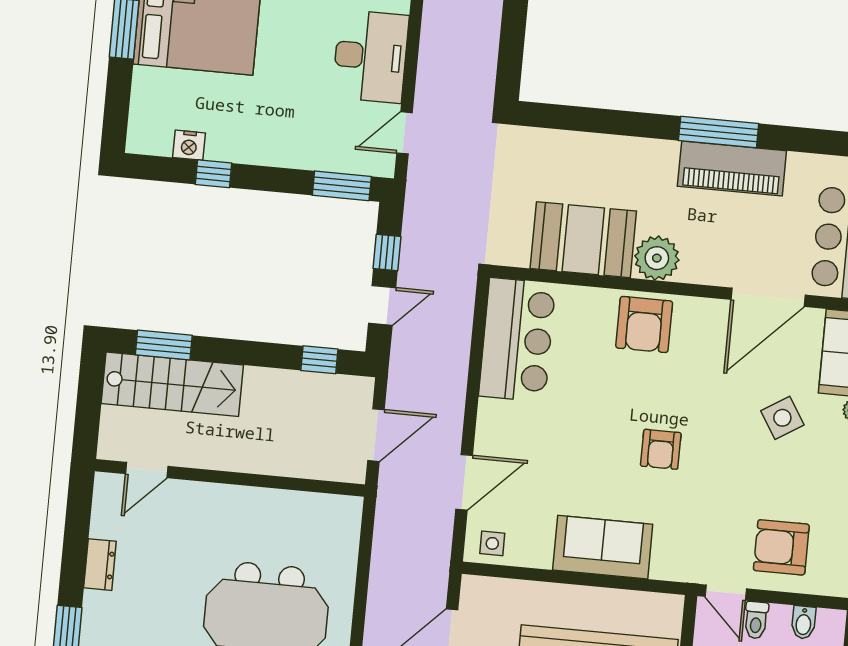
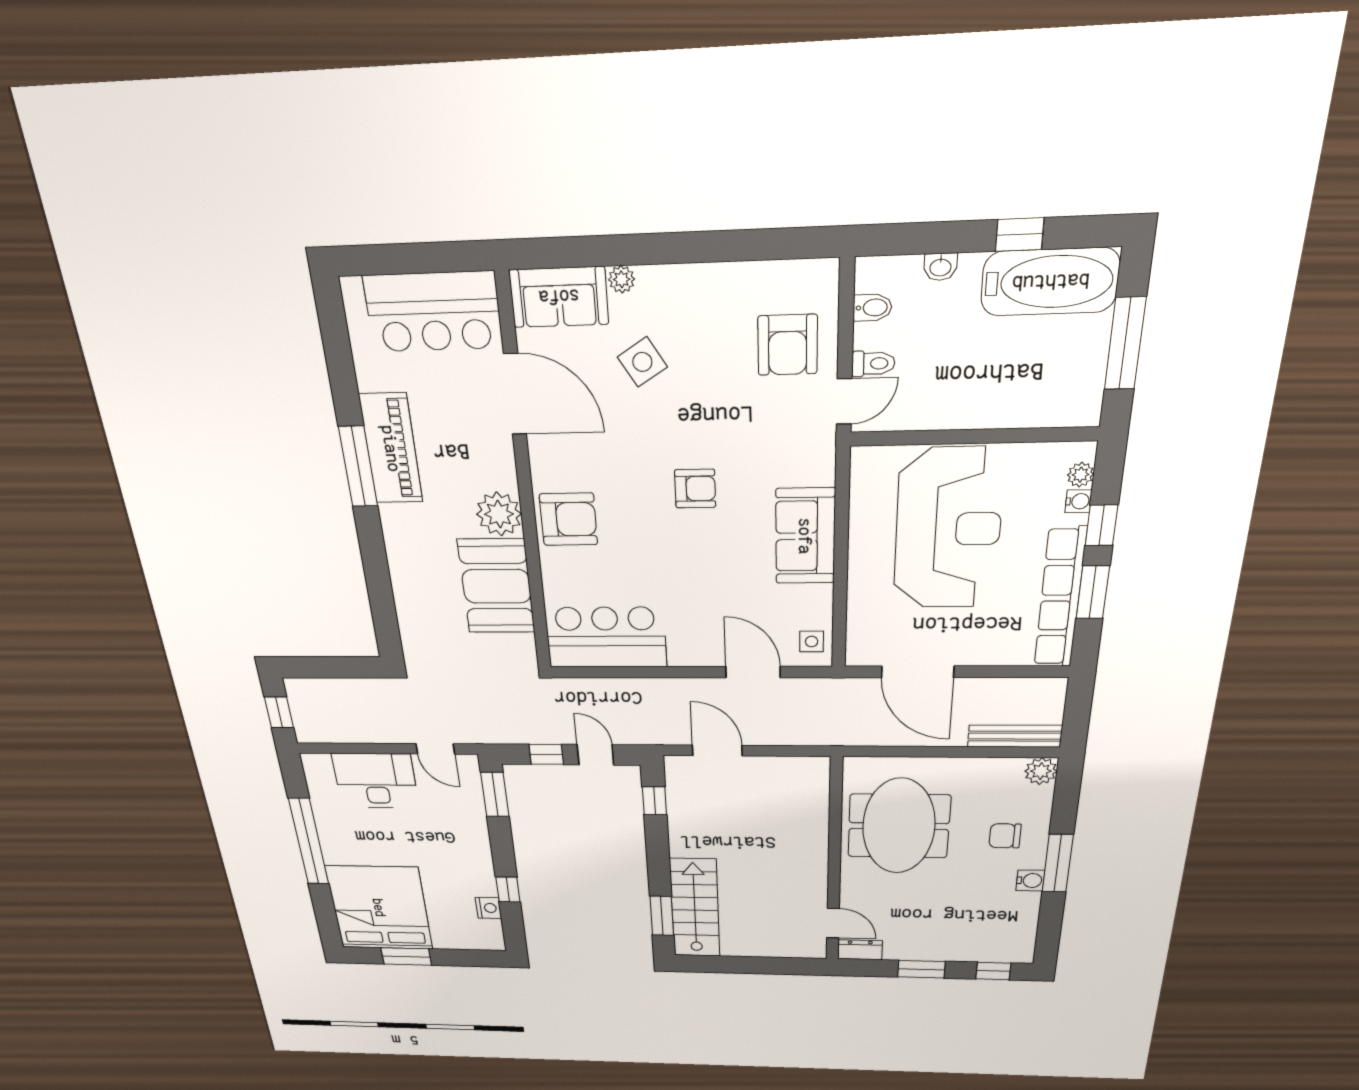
door: (147, 470) -> (833, 923), moved
wall: (230, 478) -> (834, 862), moved

